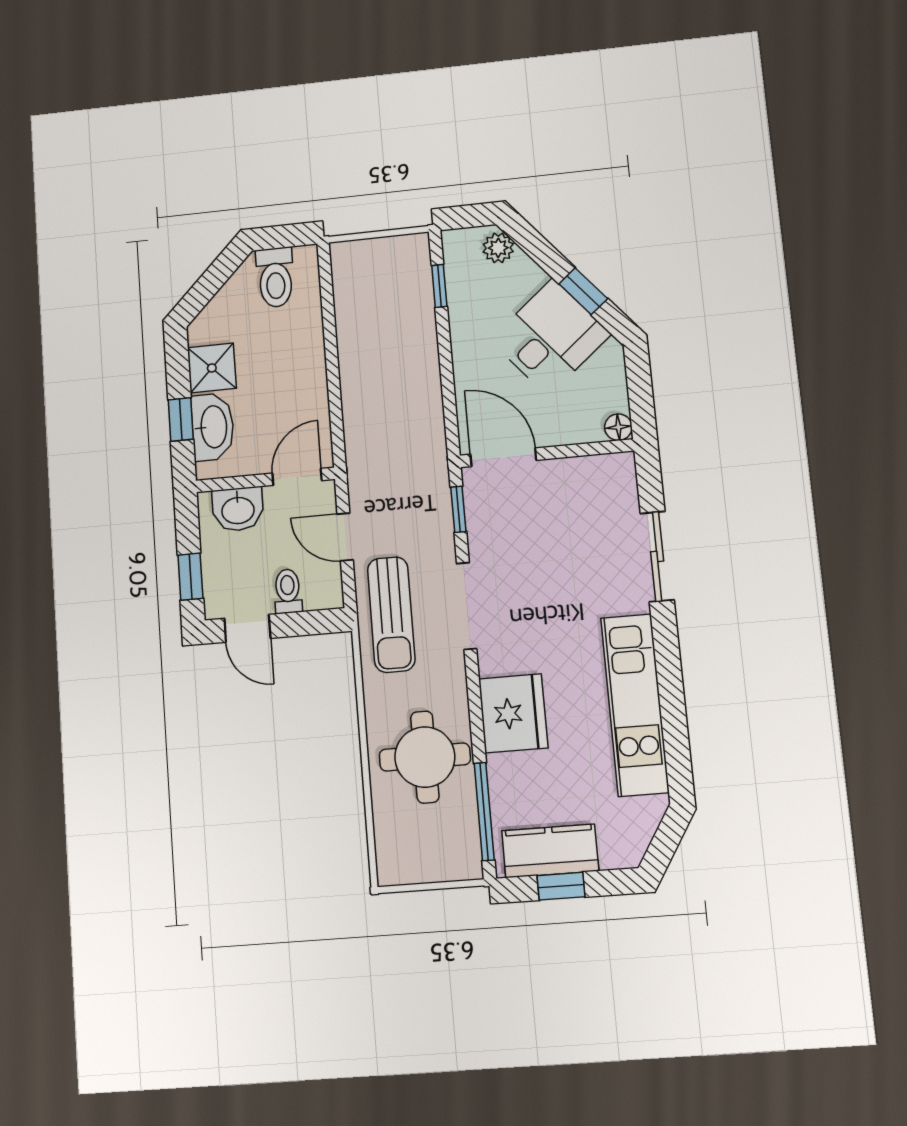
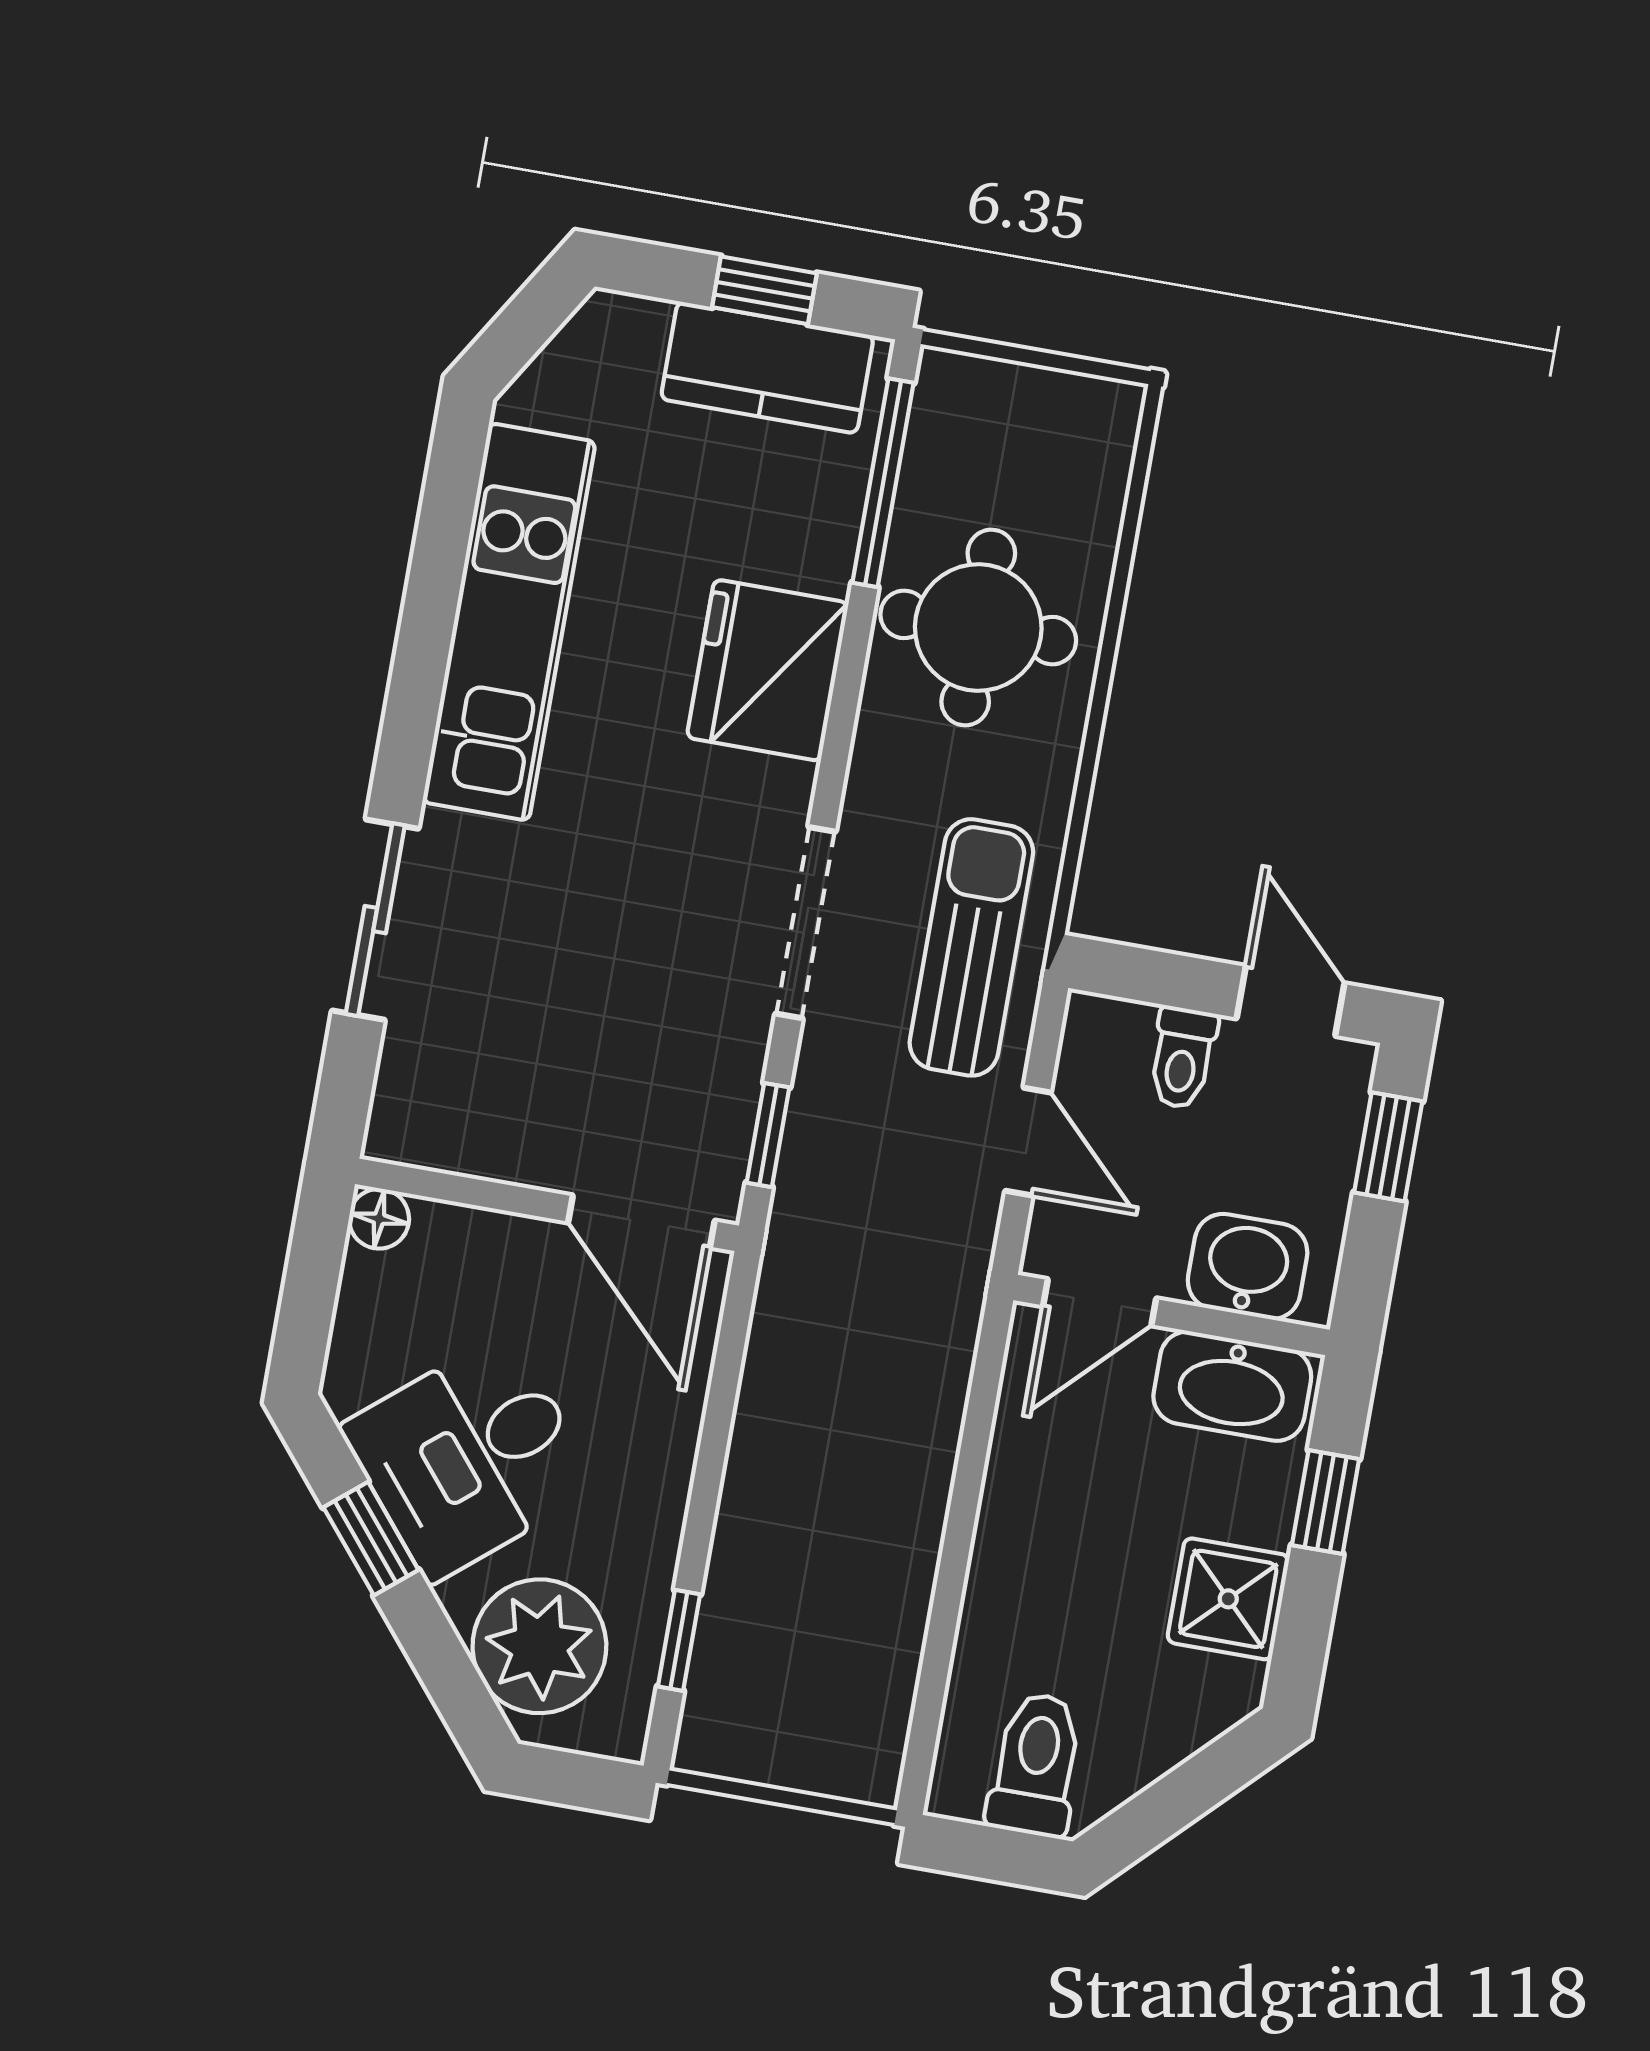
plant: (498, 248) -> (539, 1646), width x1.88, depth x1.88
washbasin: (213, 427) -> (1232, 1386), moved, turned -90

